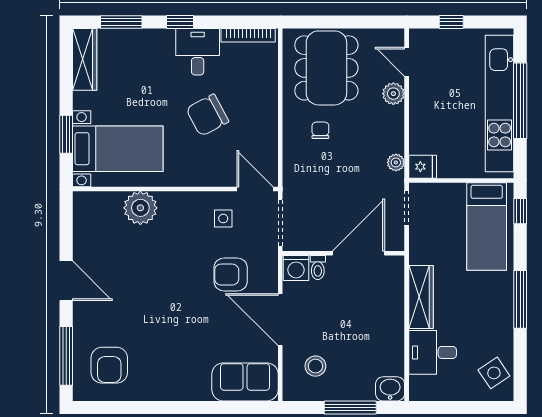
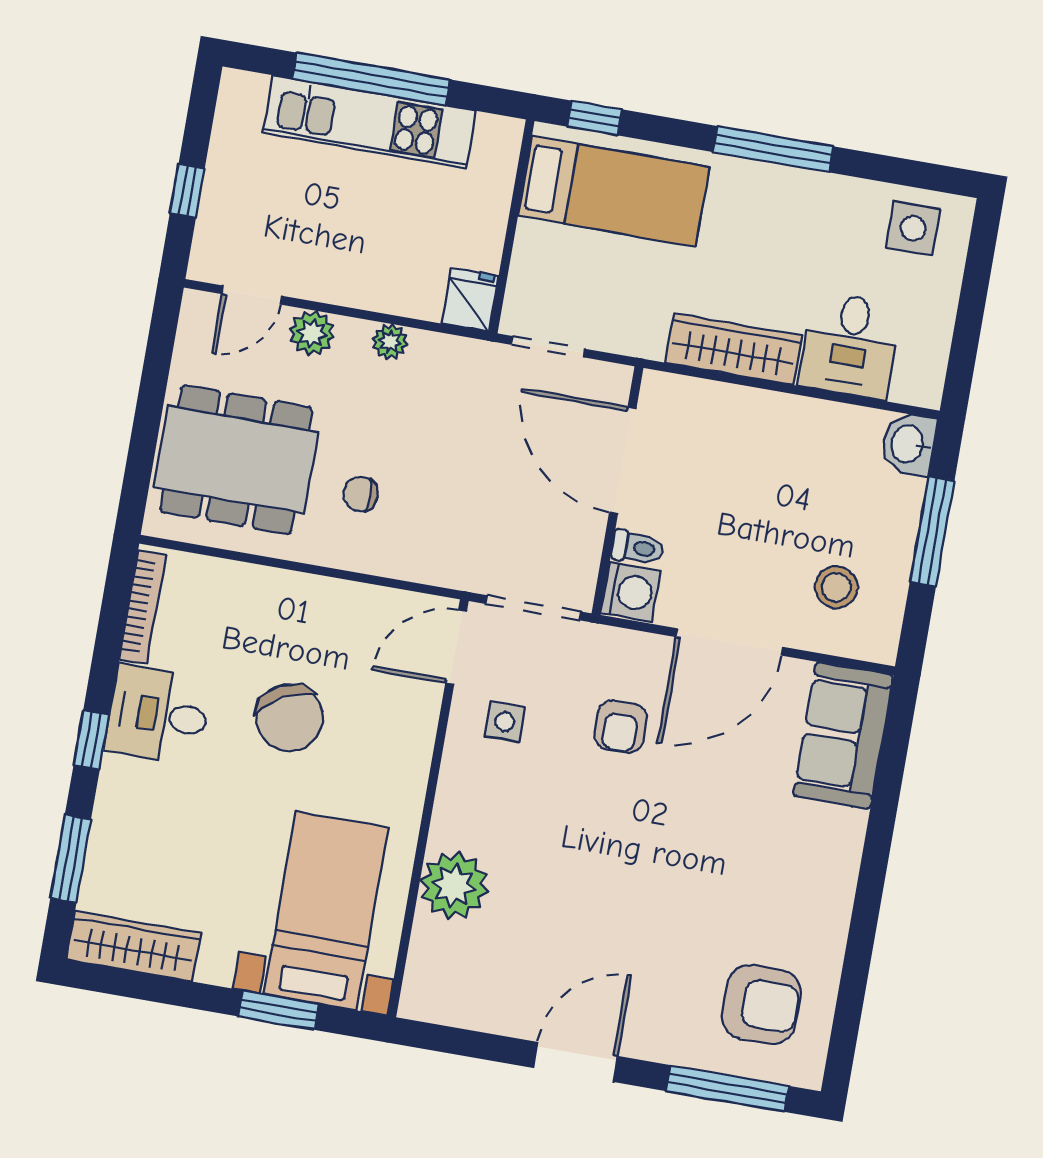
kitchen unit: (500, 104) -> (369, 122), width x0.73
plant: (396, 162) -> (390, 342), moved
armchair: (231, 275) -> (621, 727), width x0.72, depth x0.72
side table: (494, 373) -> (913, 228), turned 34

